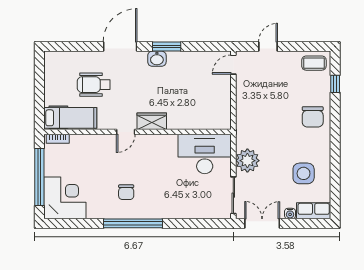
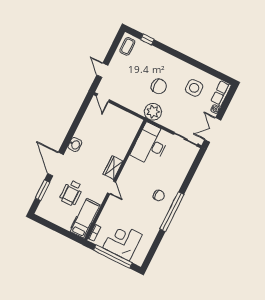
window: (167, 47) -> (43, 190), moved
chair: (313, 117) -> (159, 86), moved
plant: (247, 161) -> (153, 112), moved
chair: (126, 192) -> (159, 196), moved
corner desk: (65, 198) -> (123, 241), moved

